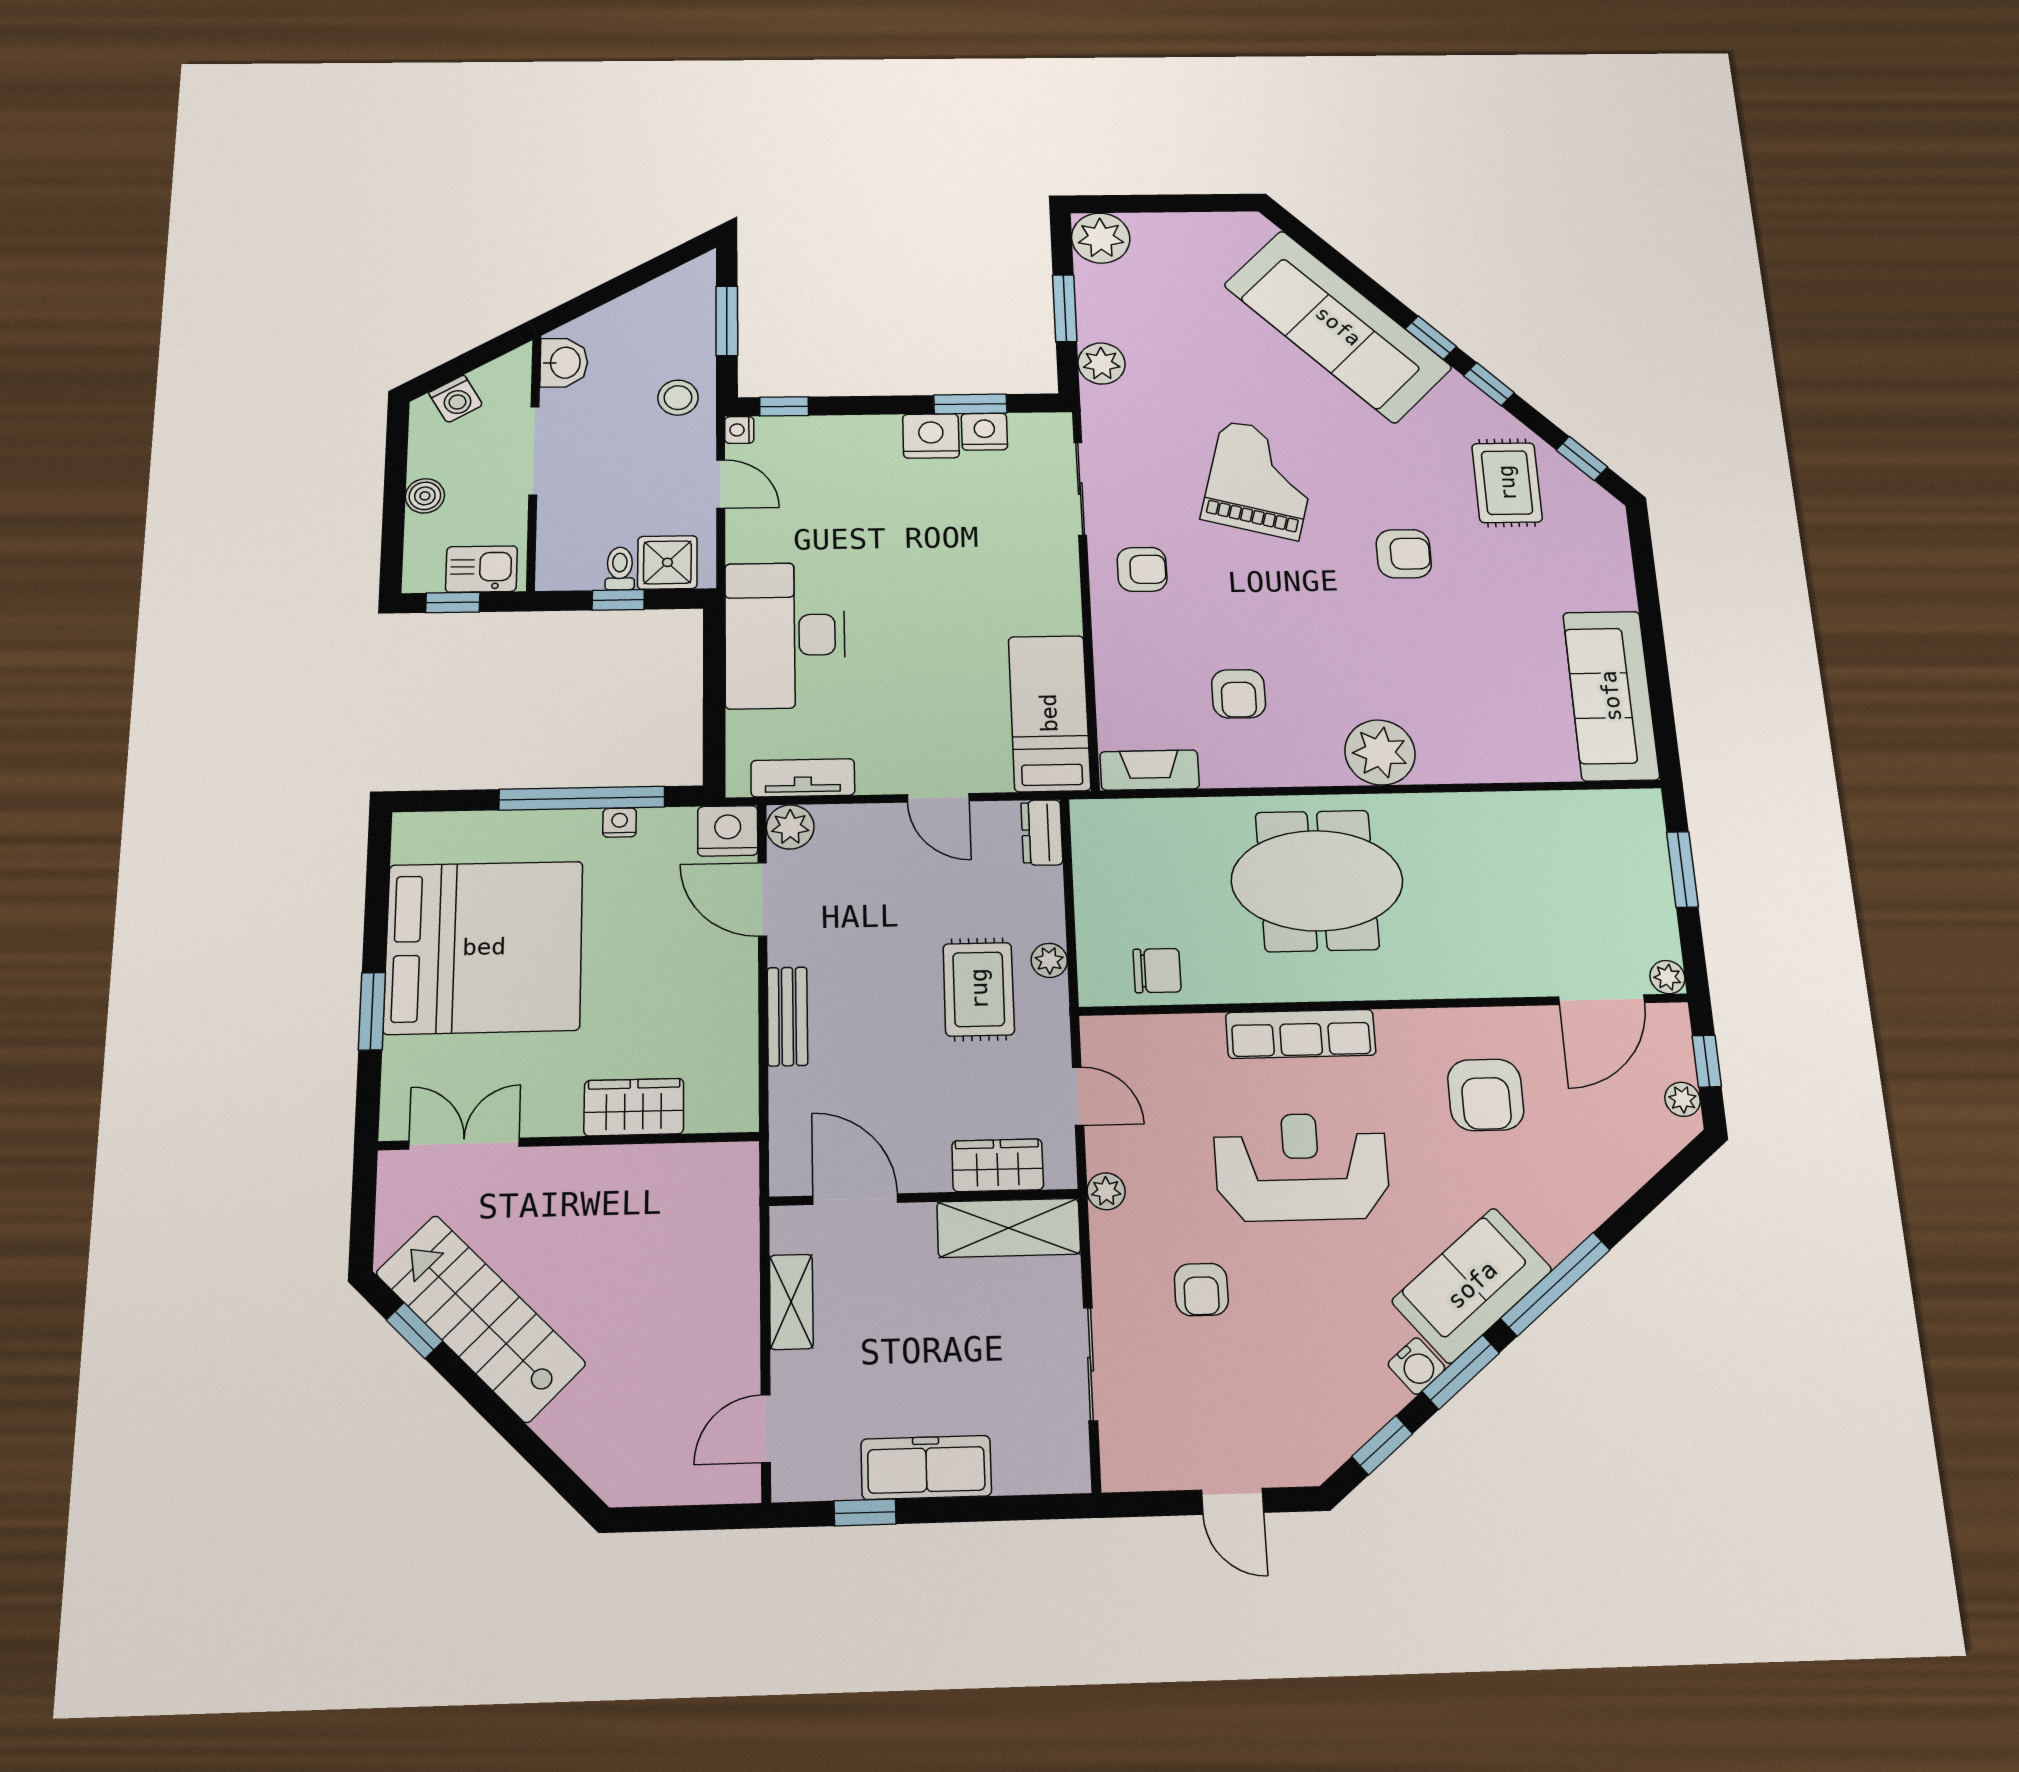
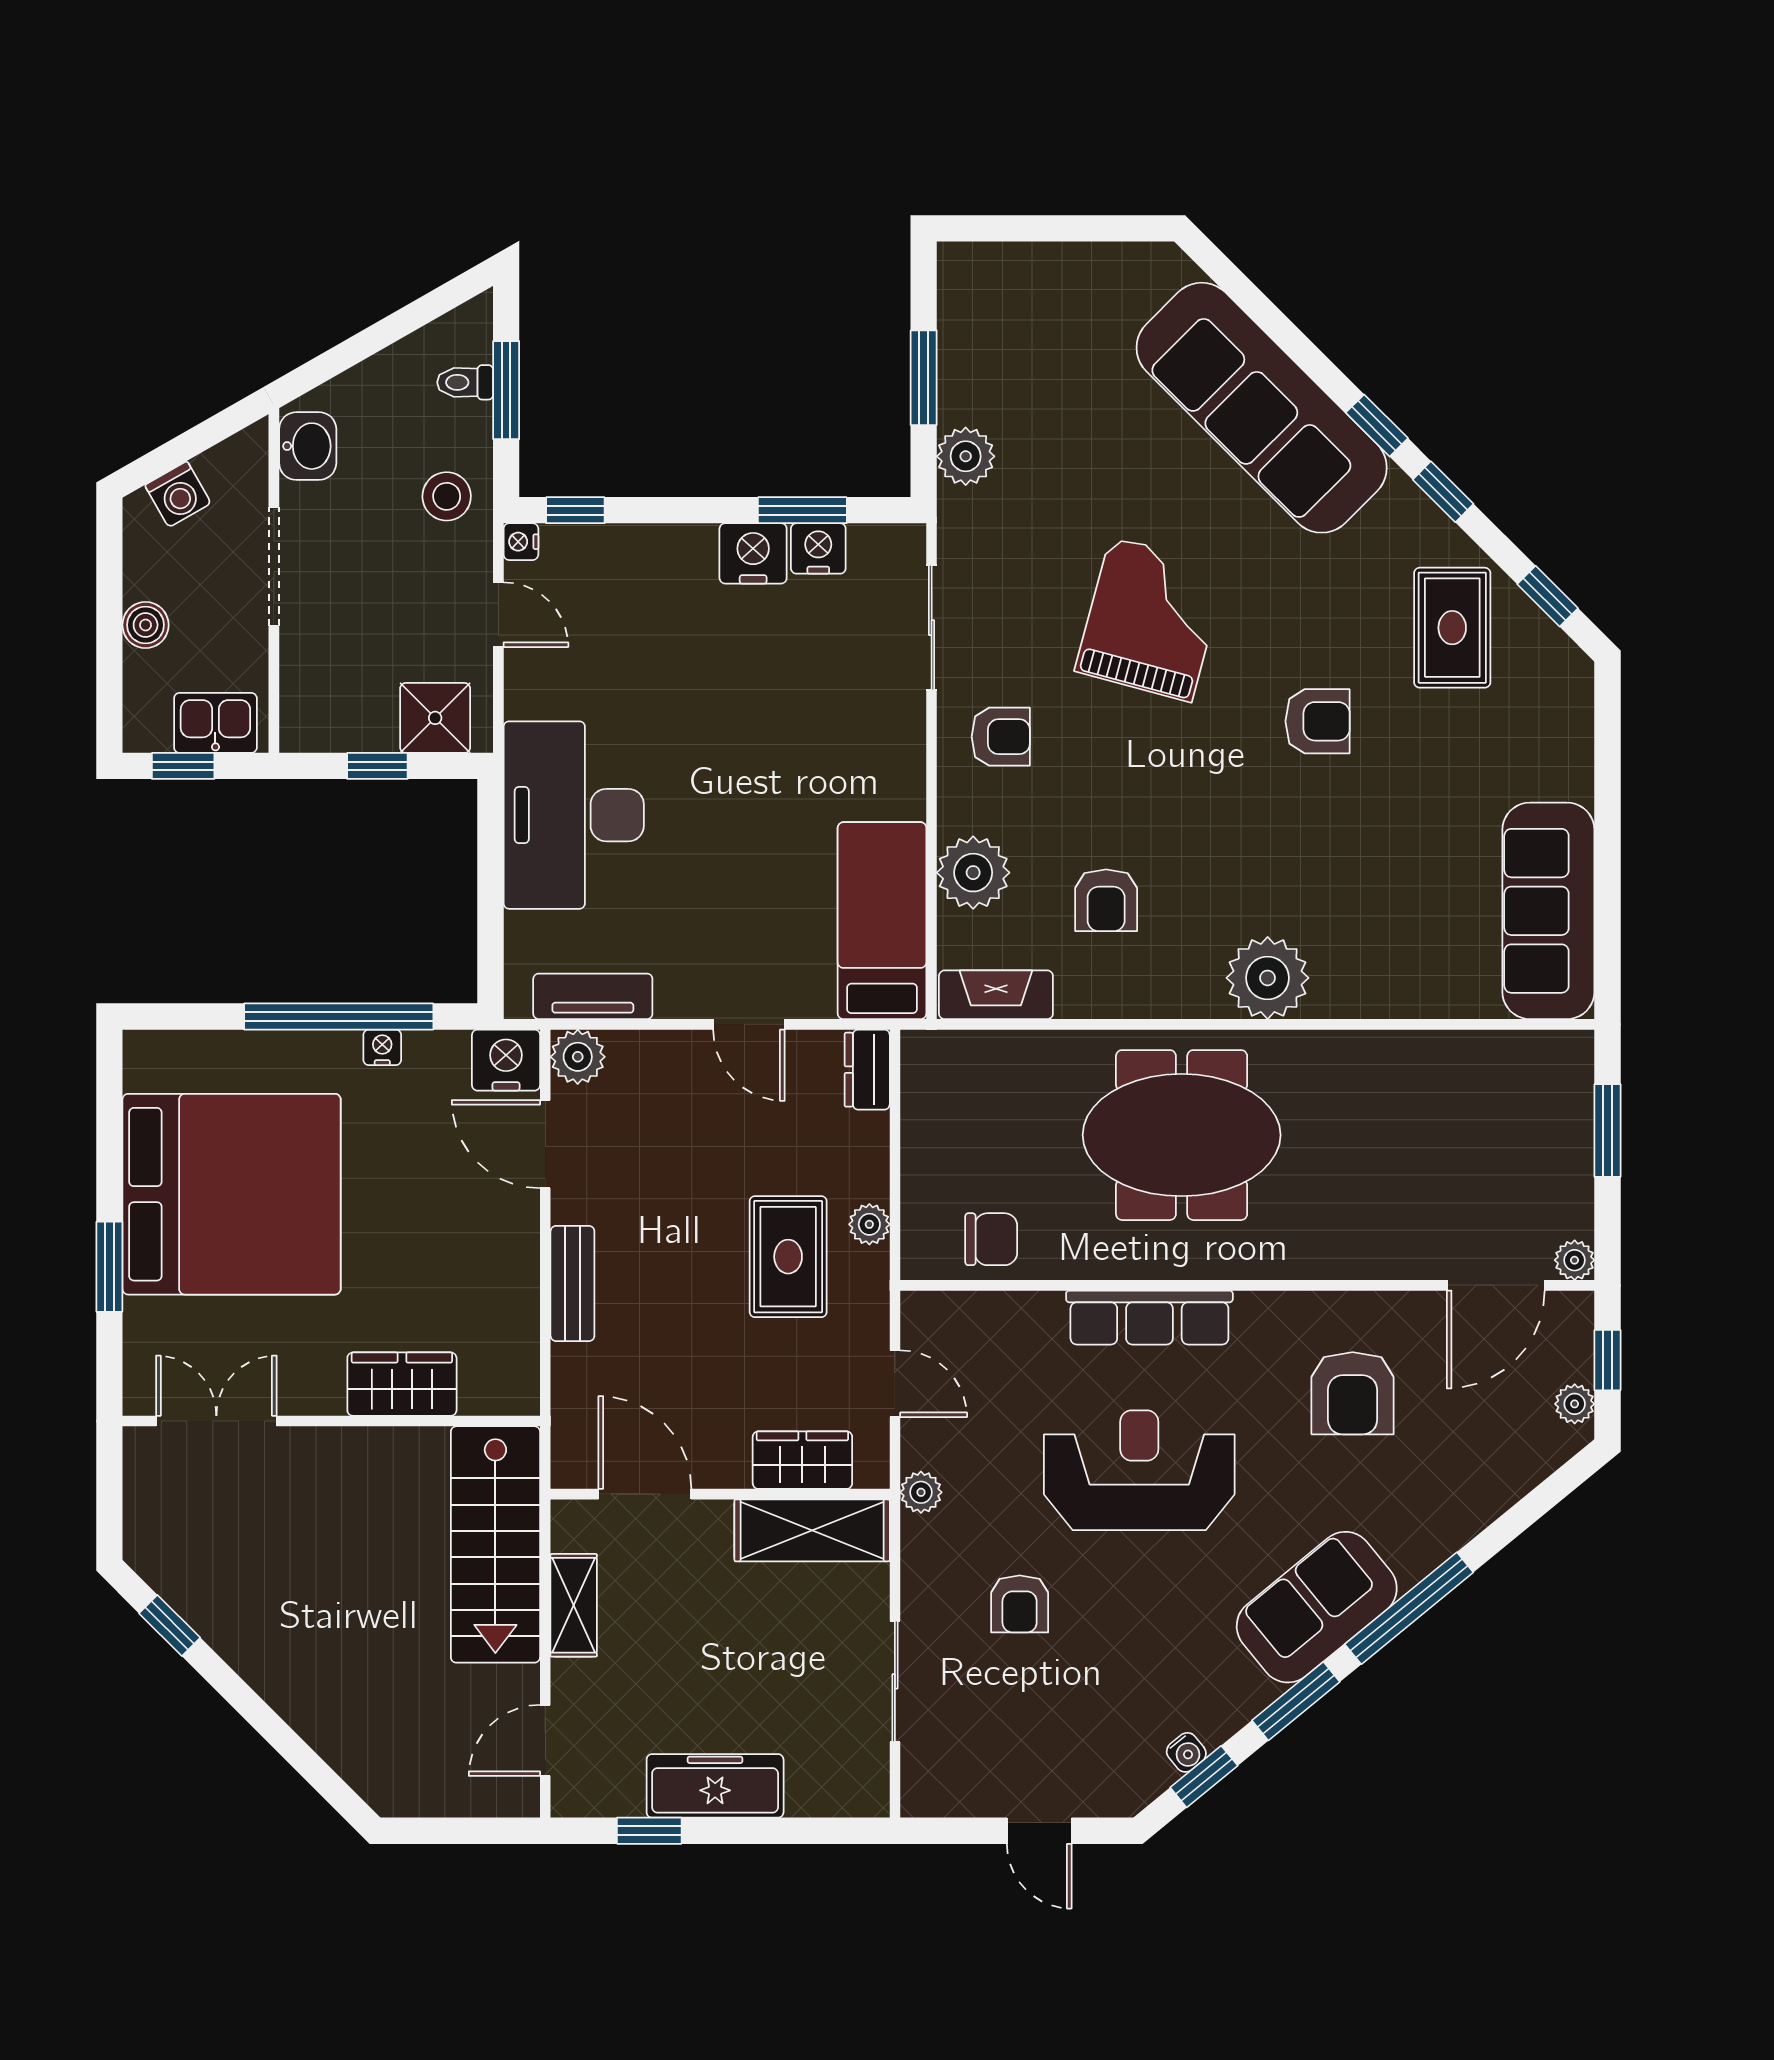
plant: (1101, 238) -> (973, 873), moved
toilet: (620, 568) -> (465, 382), moved, turned -90
stairs: (480, 1318) -> (495, 1544), moved, turned -135
water cooler: (1416, 1366) -> (1186, 1752), moved, width x0.72, depth x0.72

